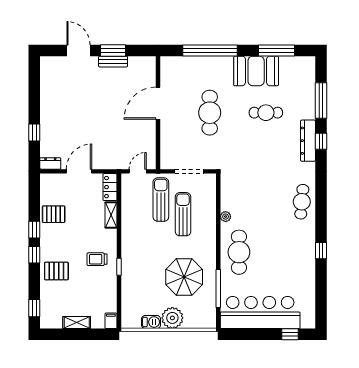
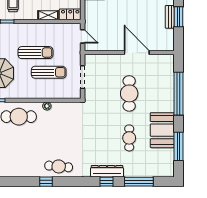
cafe table: (210, 113) -> (129, 93), turned 90
sun lounger: (161, 200) -> (35, 53), moved
window: (321, 251) -> (46, 182), moved

